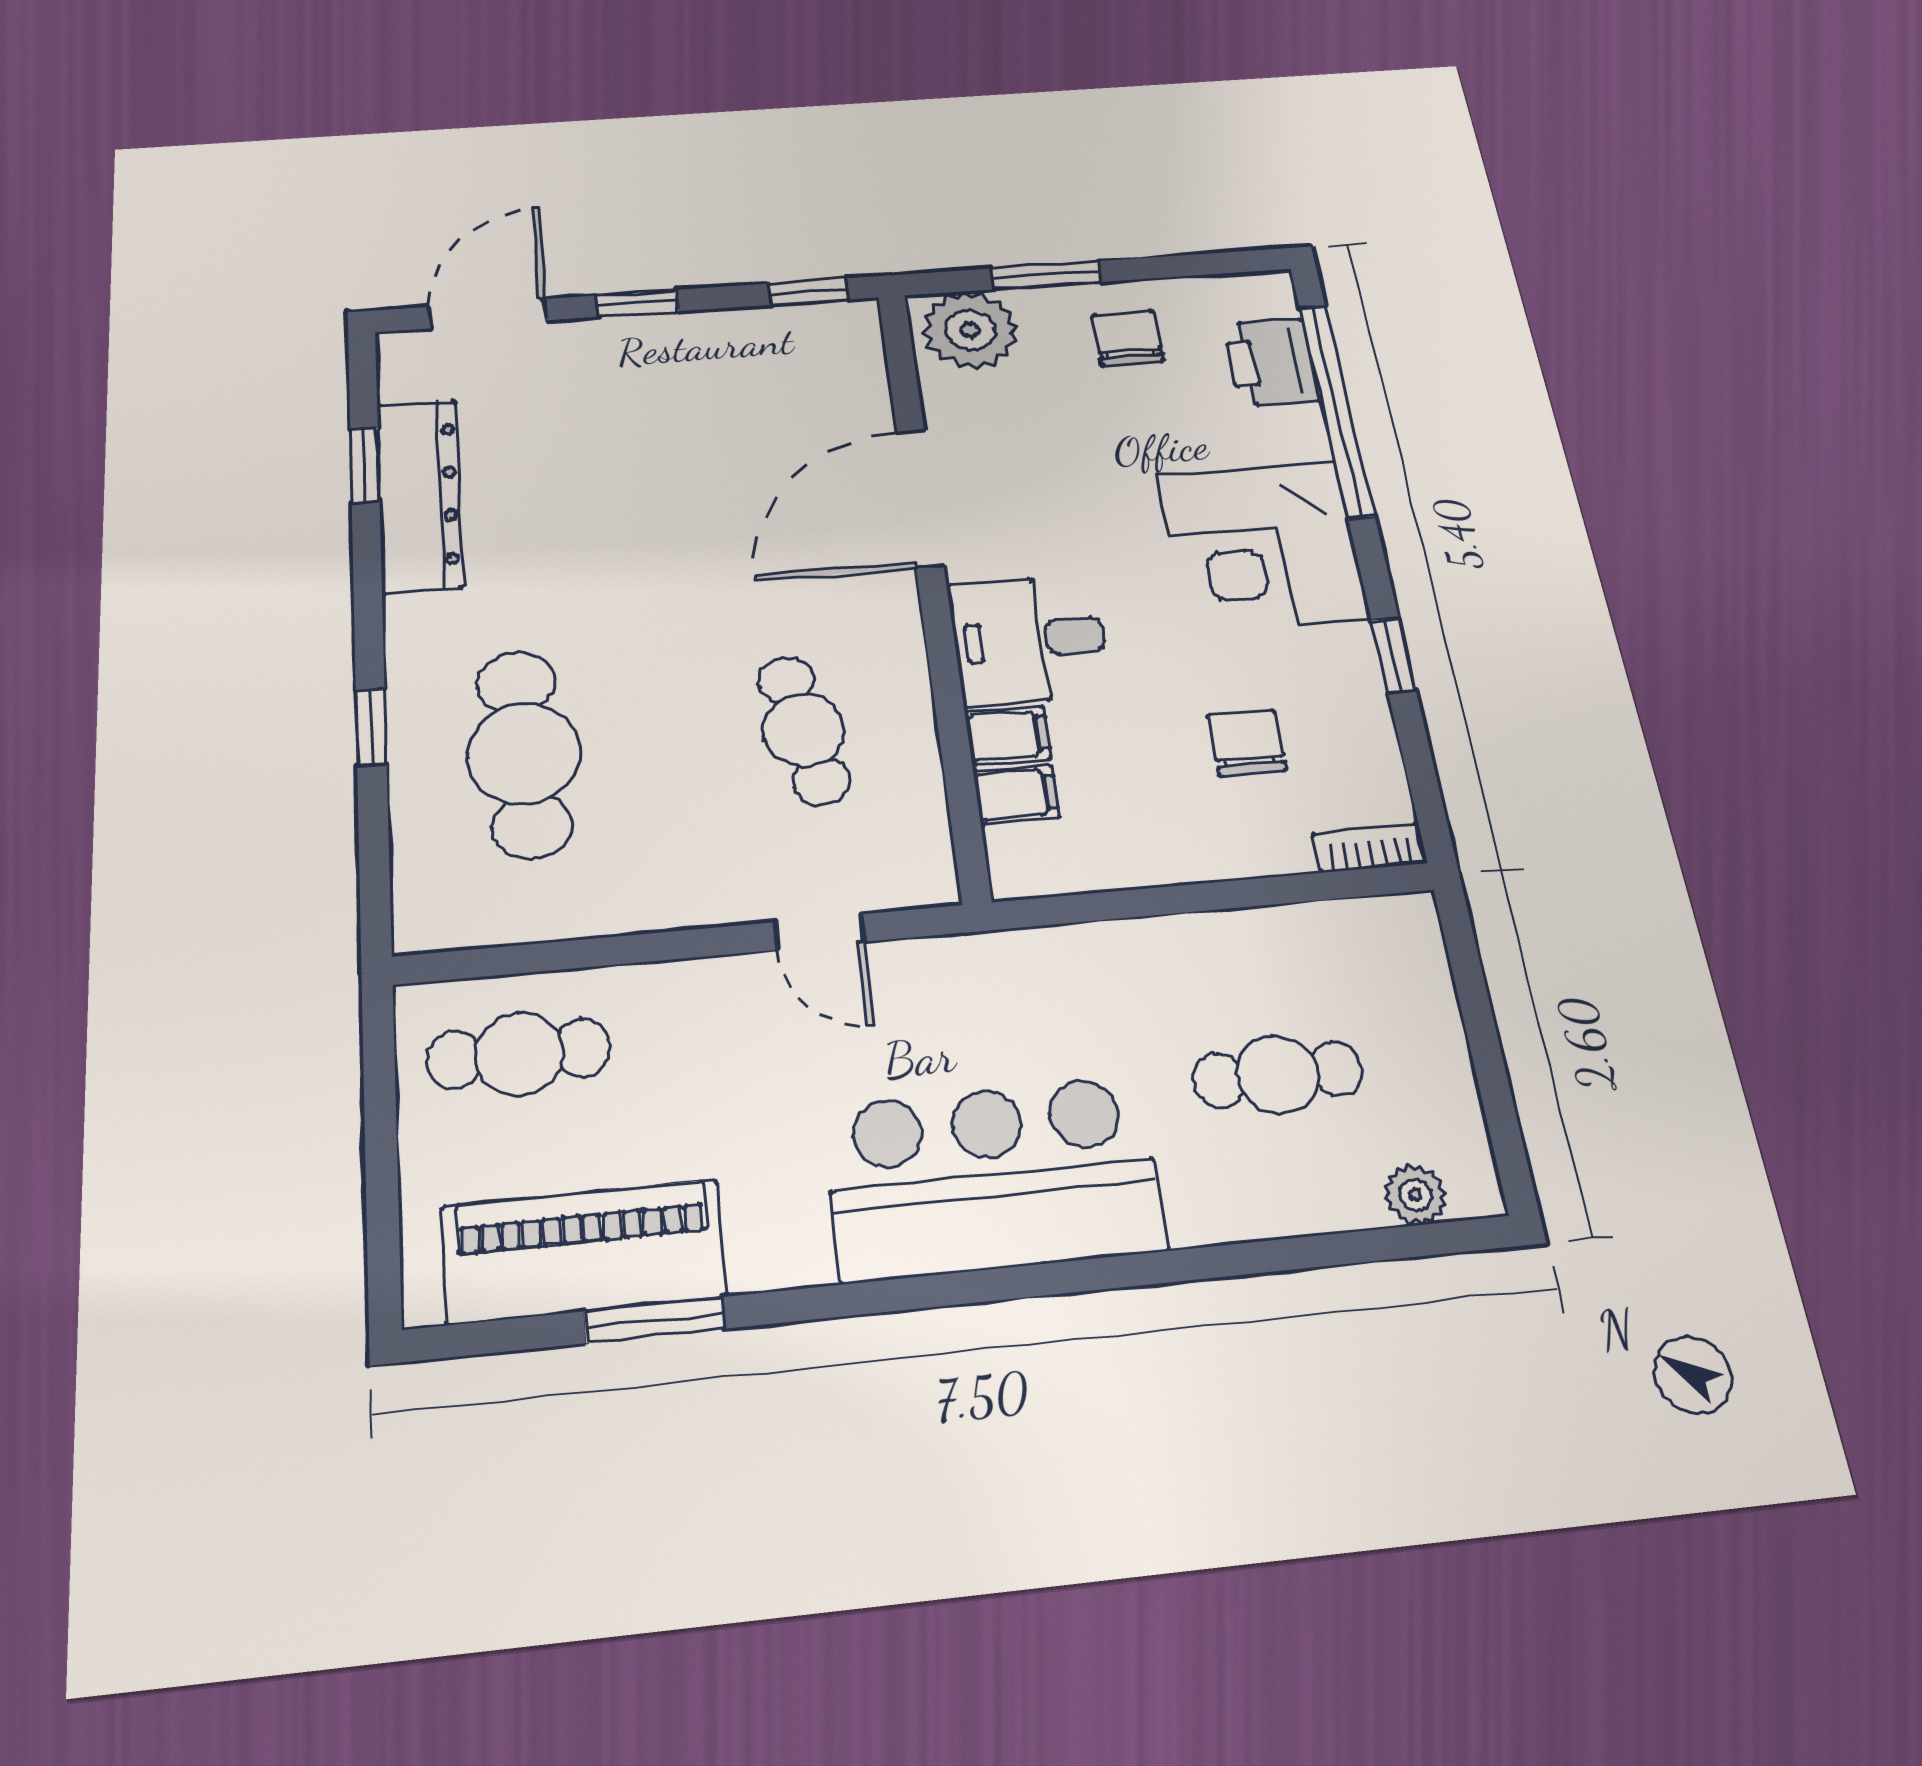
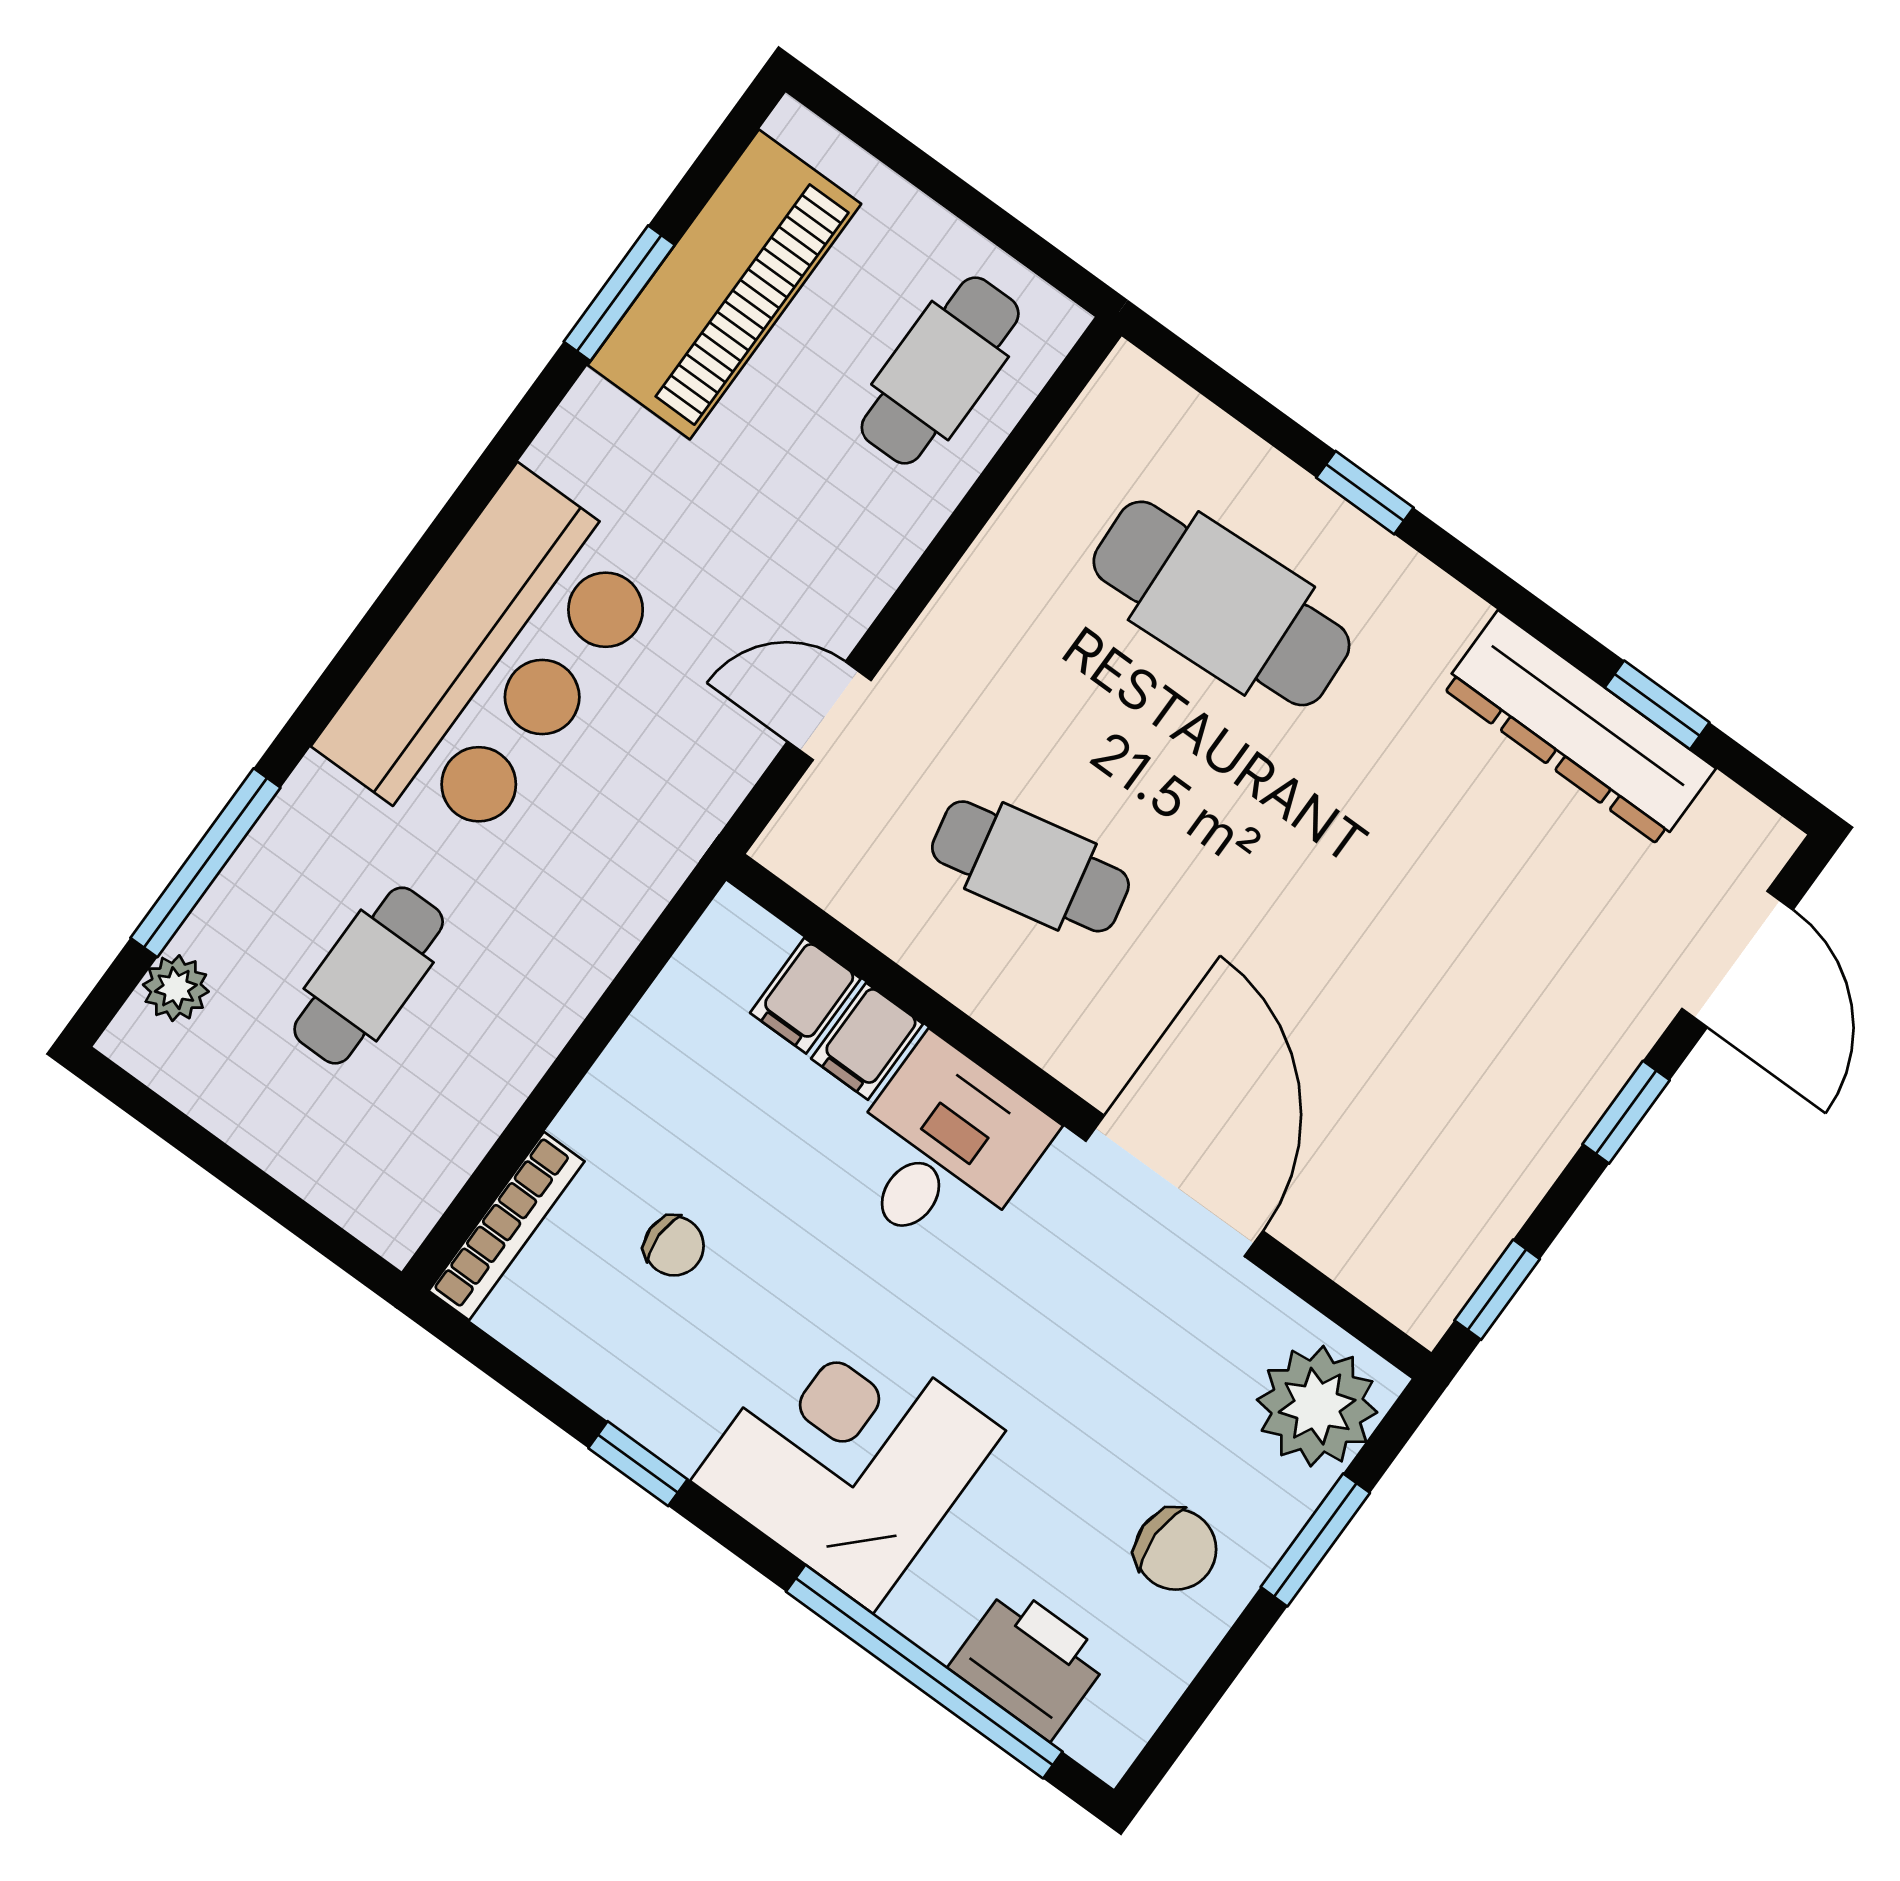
chair: (1247, 743) -> (674, 1246), width x0.73, depth x0.73
bookcase: (1370, 848) -> (507, 1226), width x1.56
window: (1316, 1251) -> (205, 863), added

